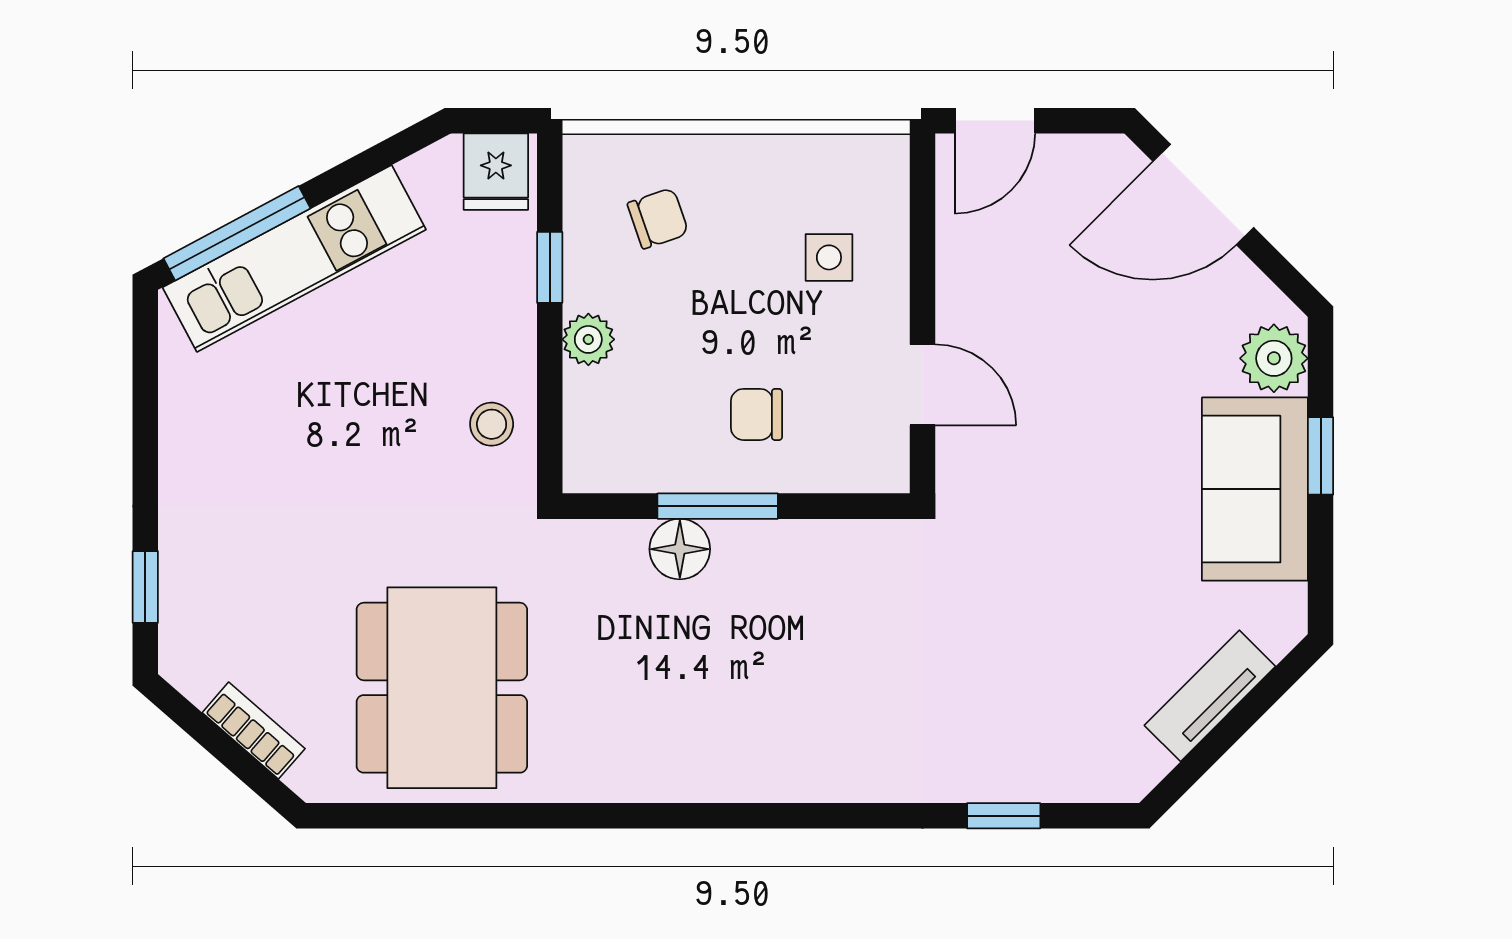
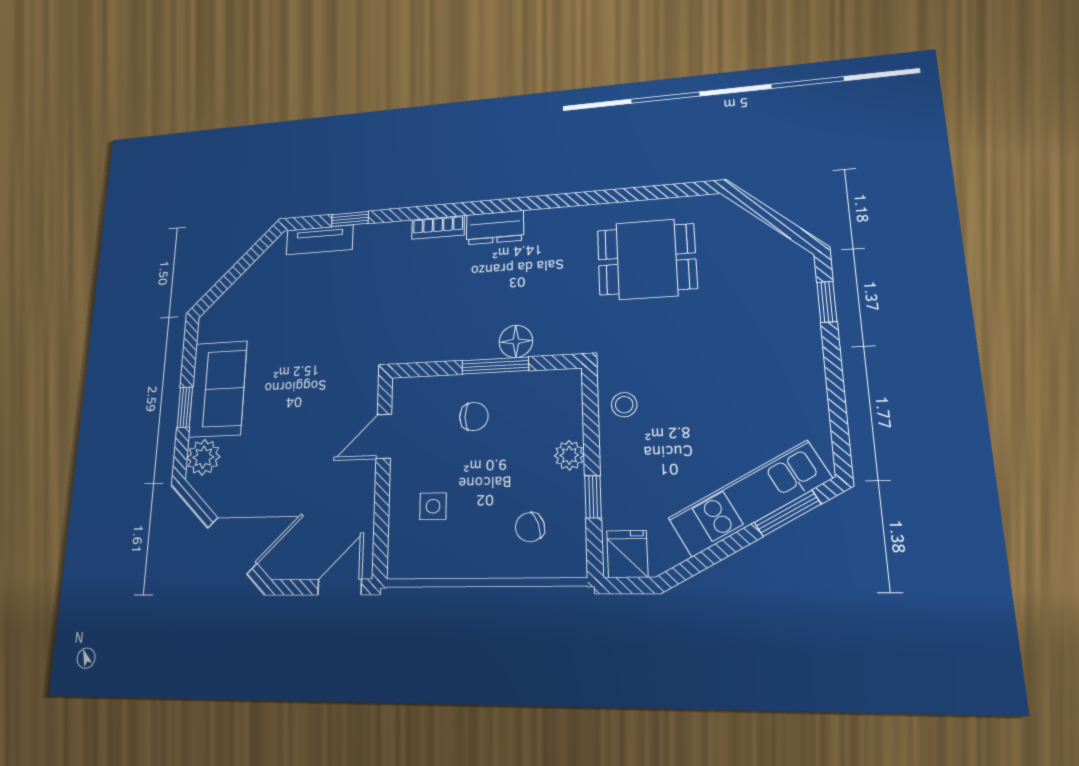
window: (237, 233) -> (788, 513), width x0.69
door: (923, 385) -> (384, 436), hinge flipped
dining table: (442, 688) -> (647, 259), width x0.73
tv unit: (1210, 696) -> (320, 240), moved, turned 45
bookcase: (254, 731) -> (438, 227), moved, turned -41
dresser: (718, 773) -> (495, 228), added

